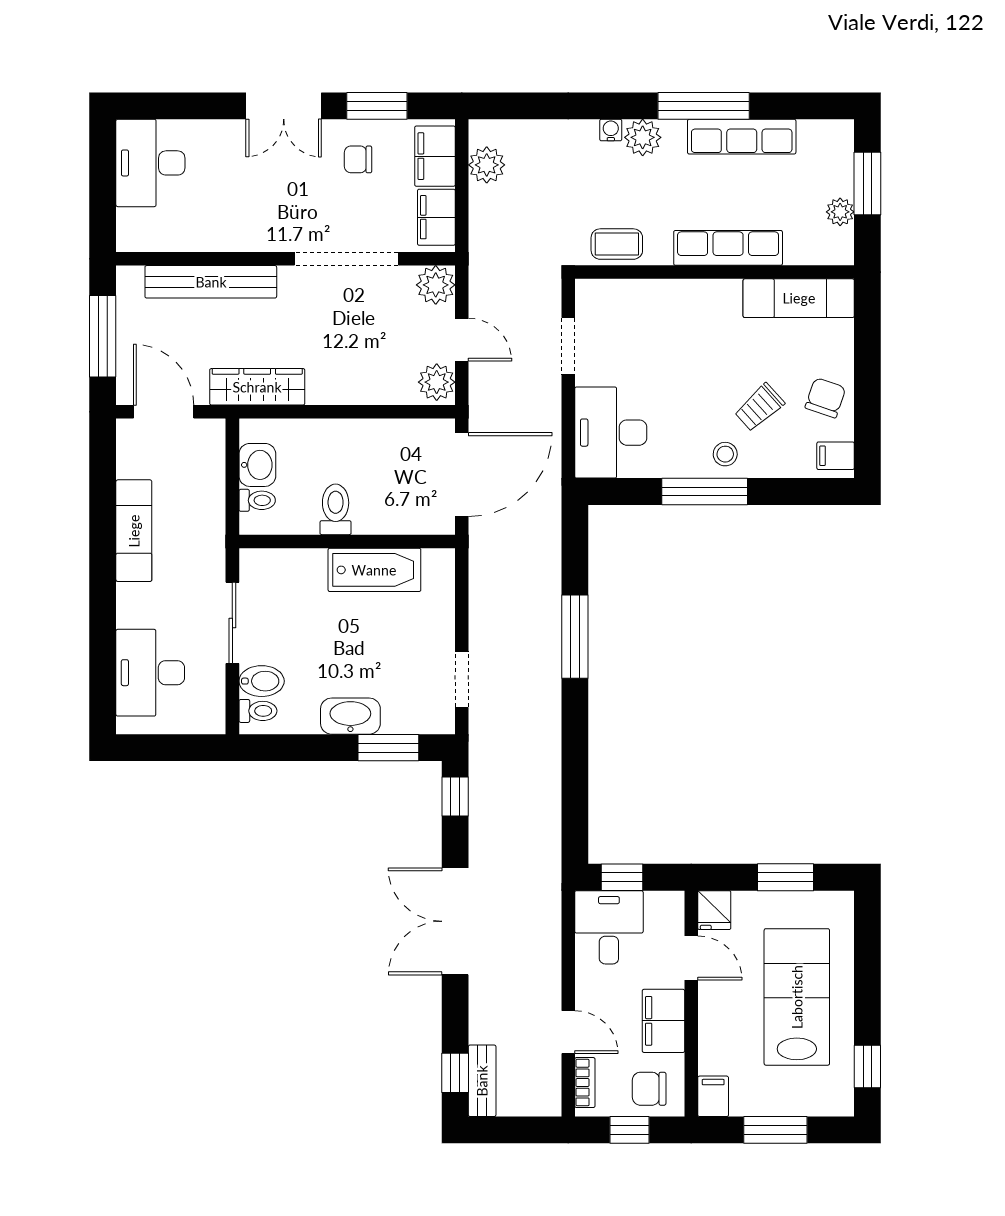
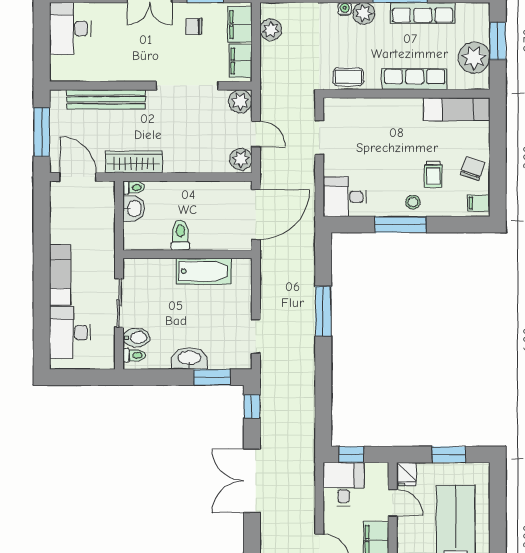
plant: (840, 212) -> (474, 58), width x1.88, depth x1.88
trolley: (759, 407) -> (433, 174), turned -48
desk: (611, 433) -> (345, 197), width x0.73
toilet: (257, 500) -> (134, 187), moved
exam couch: (134, 531) -> (60, 275), moved

